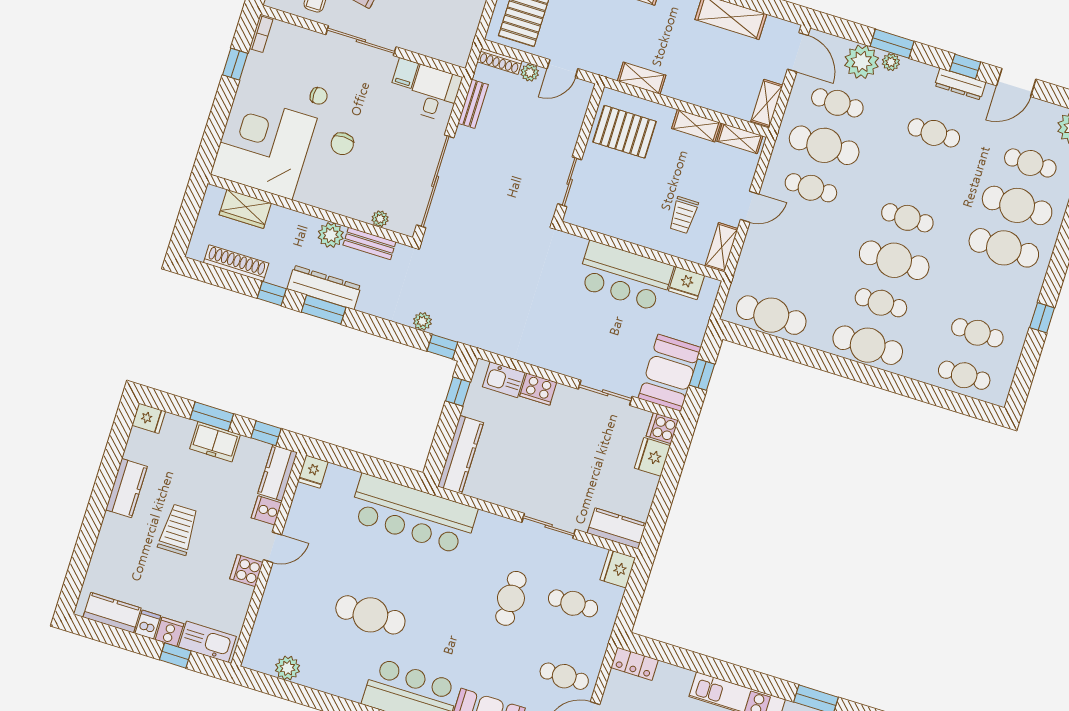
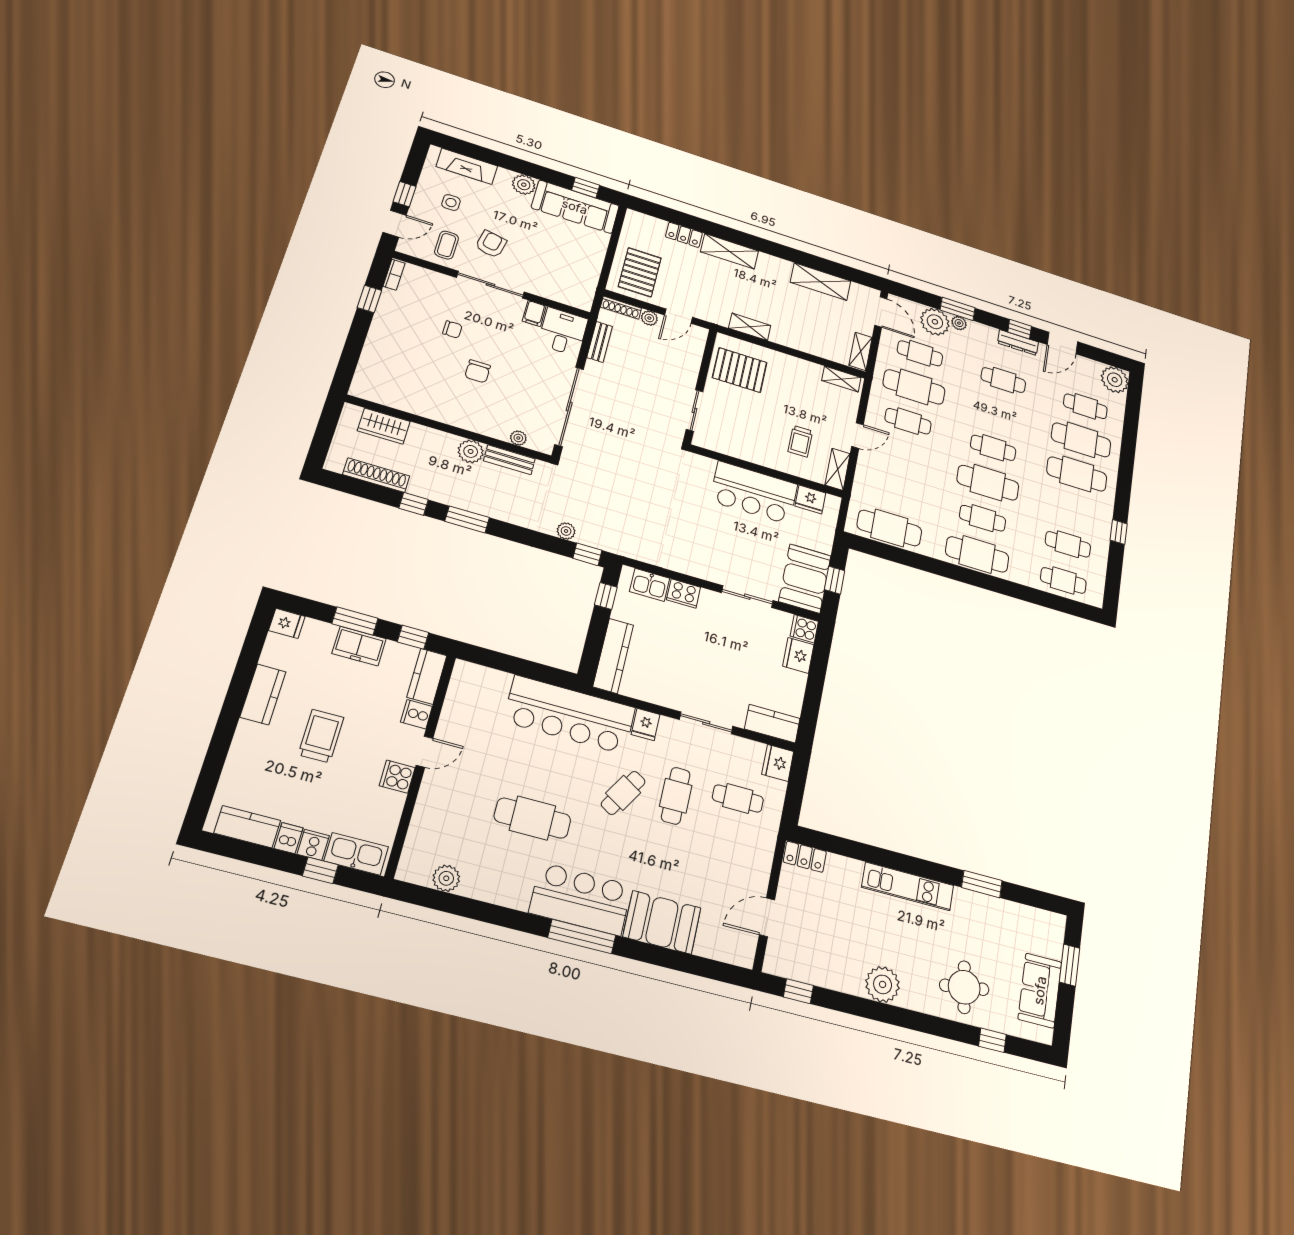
shelving: (696, 126) -> (802, 367), removed
corner desk: (264, 146) -> (400, 371), removed
dresser: (324, 287) -> (466, 499), removed
fridge: (313, 472) -> (646, 724), moved
cafe table: (564, 676) -> (623, 793), moved, turned -59

